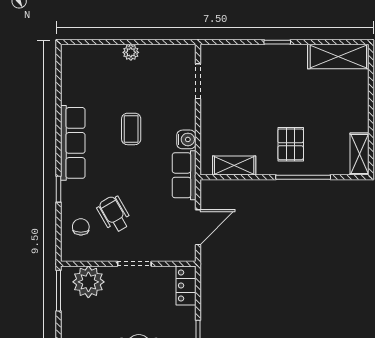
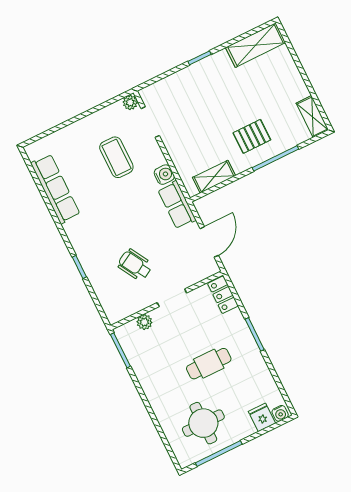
plant: (131, 52) -> (130, 102), moved
coffee table: (131, 129) -> (116, 157), moved, width x1.36, depth x1.30
row of seats: (73, 143) -> (55, 189), moved
pallet: (291, 144) -> (252, 136), turned 90
chair: (81, 227) -> (113, 289), removed
plant: (88, 282) -> (144, 322), width x0.53, depth x0.53

